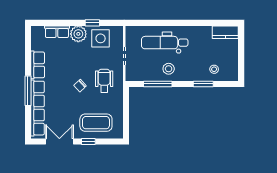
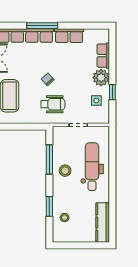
kitchen counter: (225, 32) -> (103, 223), width x1.50
side table: (101, 38) -> (96, 100), width x0.54, depth x0.54

